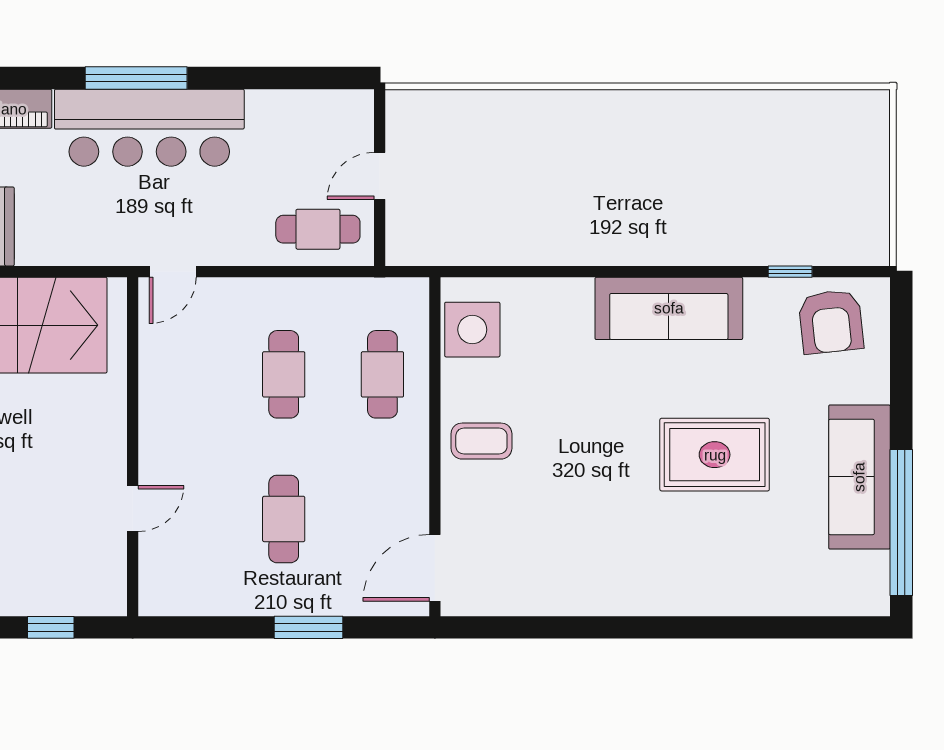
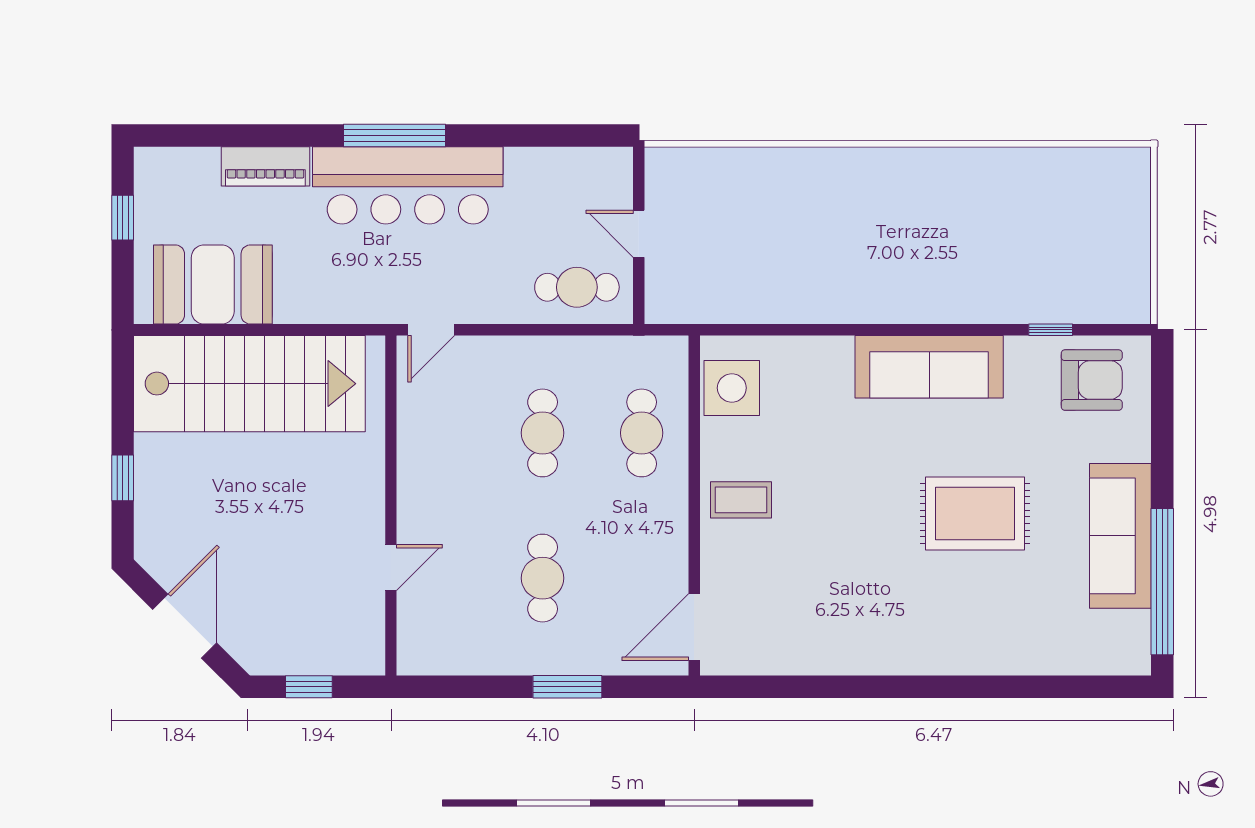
door: (380, 176) -> (639, 234), hinge flipped
armchair: (831, 322) -> (1092, 380), turned -84

